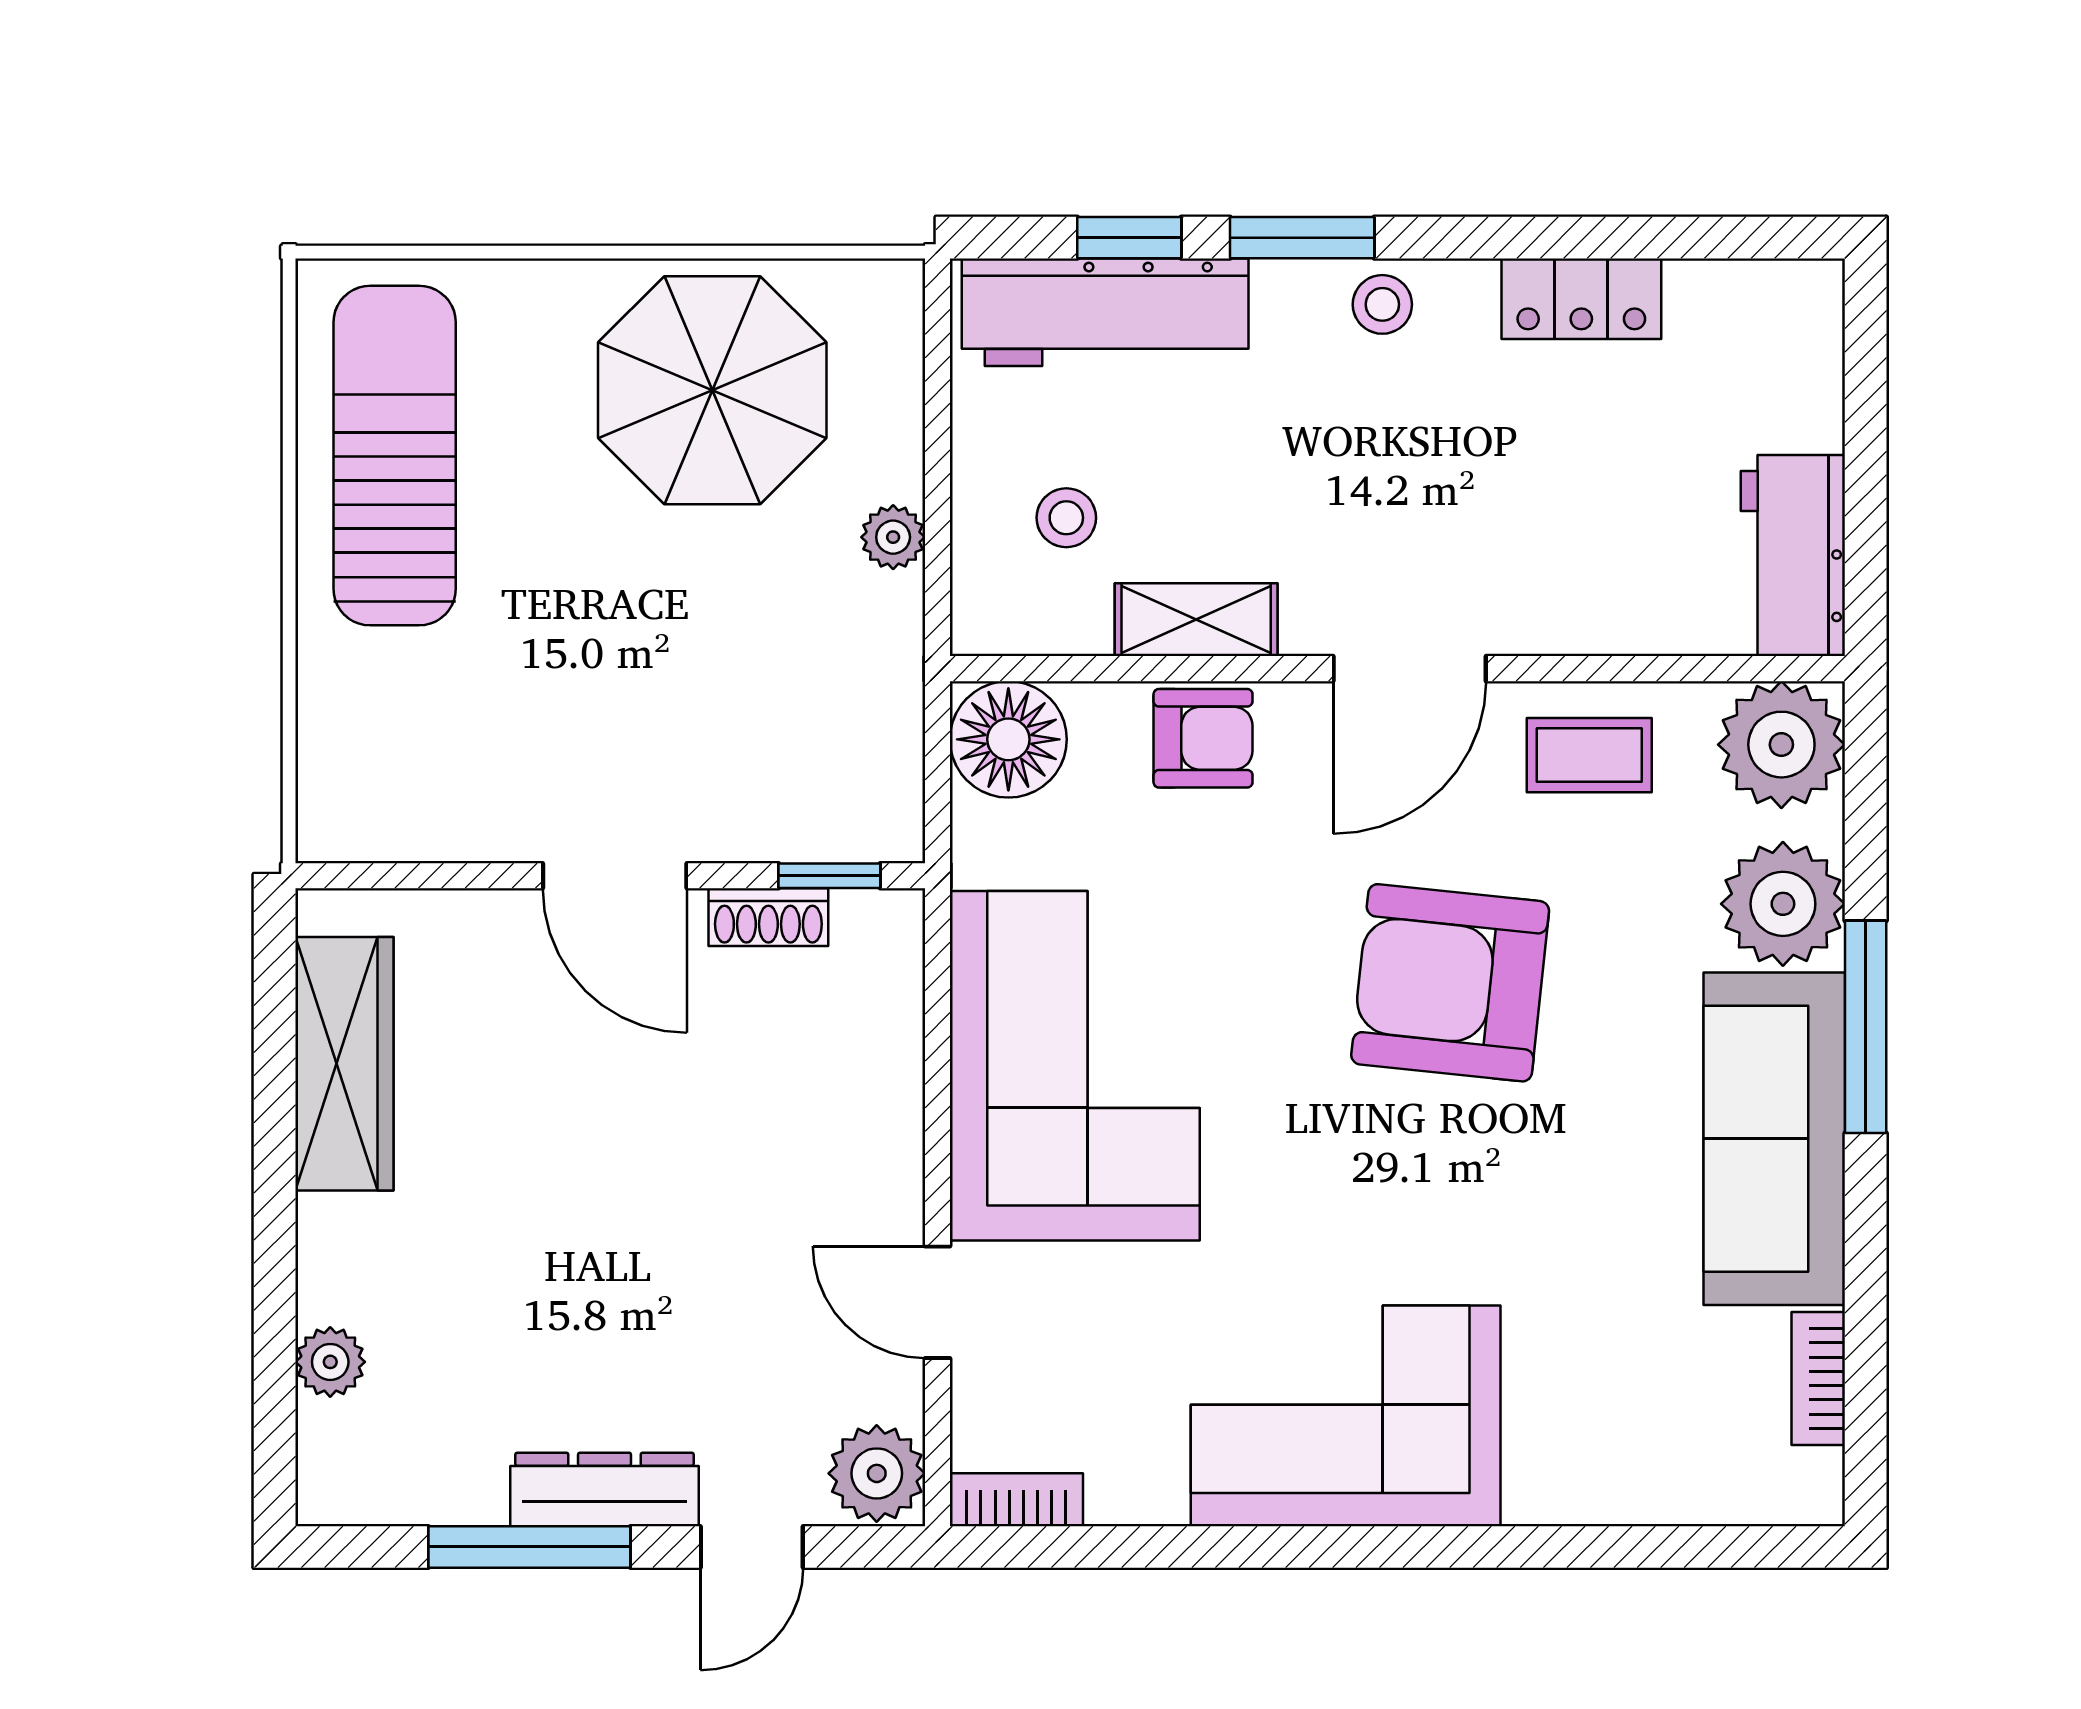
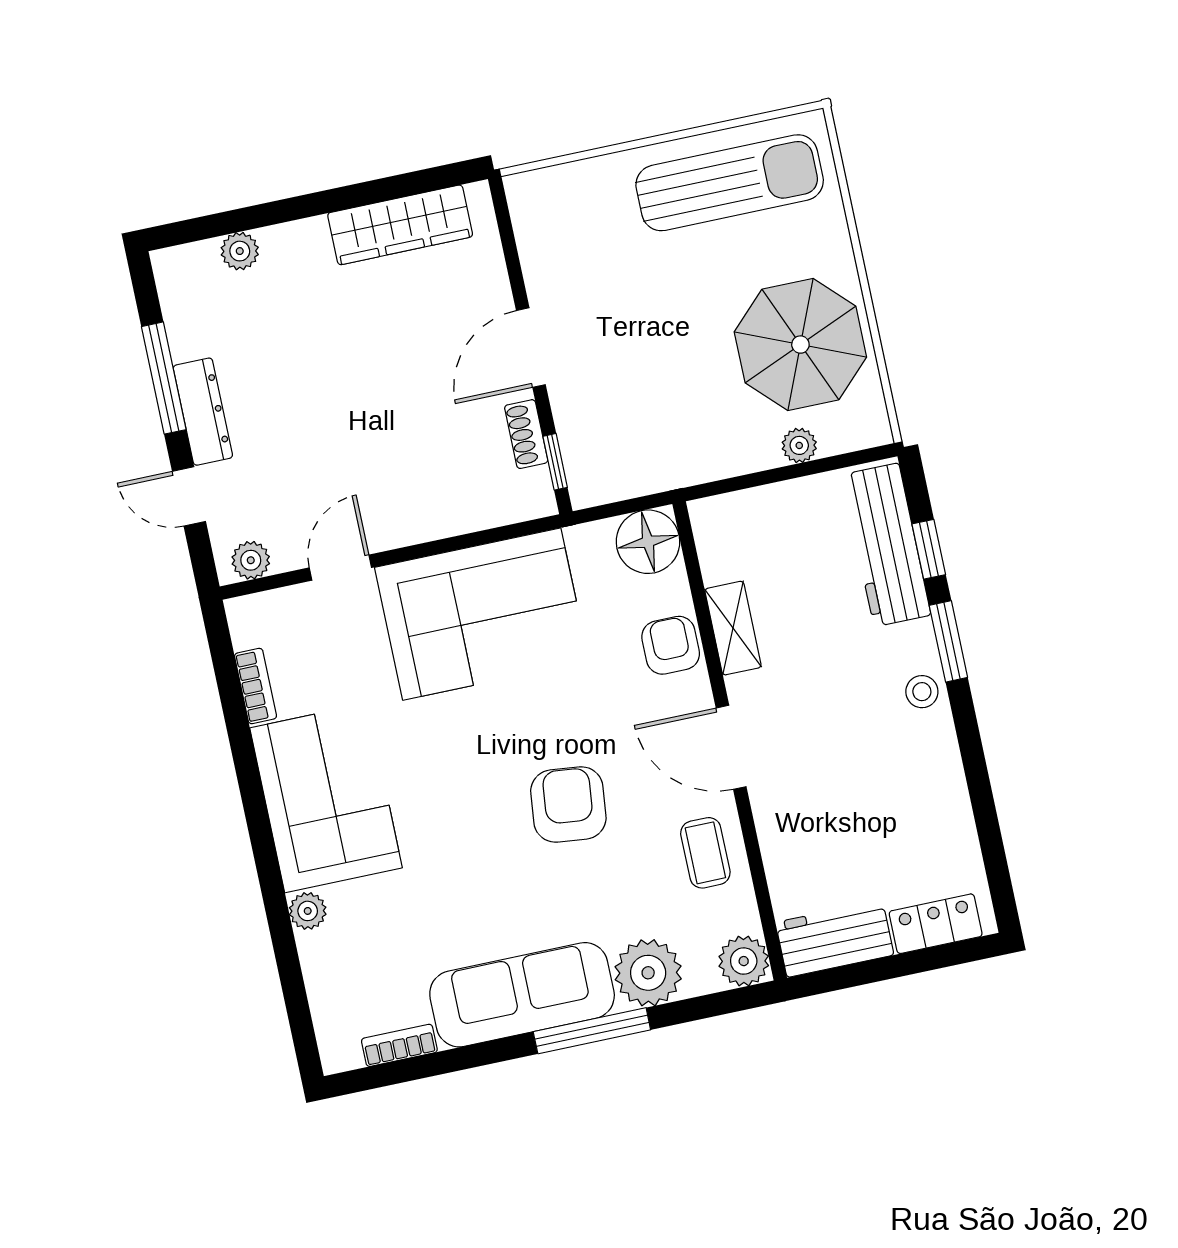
locker: (1581, 299) -> (936, 924), moved, turned 90
stool: (1066, 518) -> (773, 547), removed
plant: (893, 537) -> (799, 445), moved
armchair: (1203, 738) -> (671, 645), turned 180
plant: (1781, 745) -> (744, 961), width x0.73, depth x0.73
armchair: (1450, 983) -> (568, 804), width x0.73, depth x0.73
plant: (877, 1473) -> (251, 560), width x0.73, depth x0.73
plant: (1542, 1492) -> (308, 911), added
bookcase: (1016, 1500) -> (256, 686), moved

